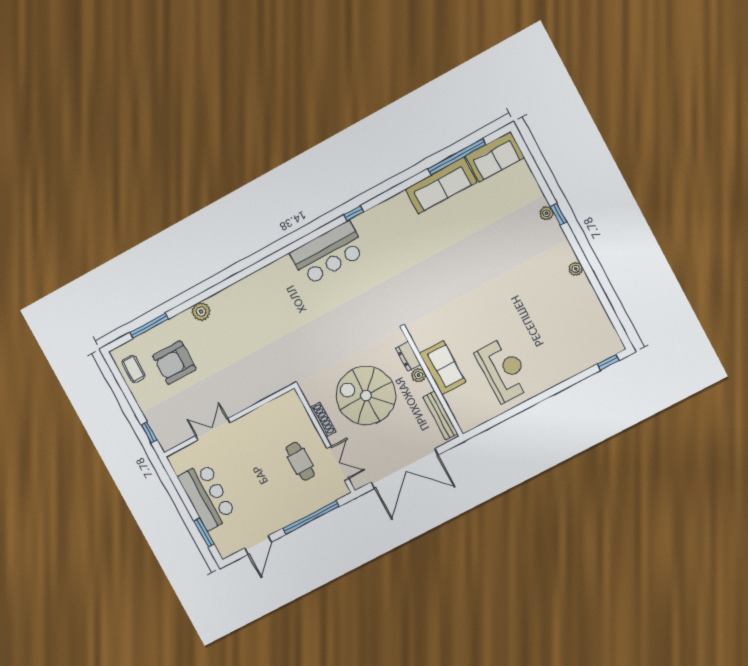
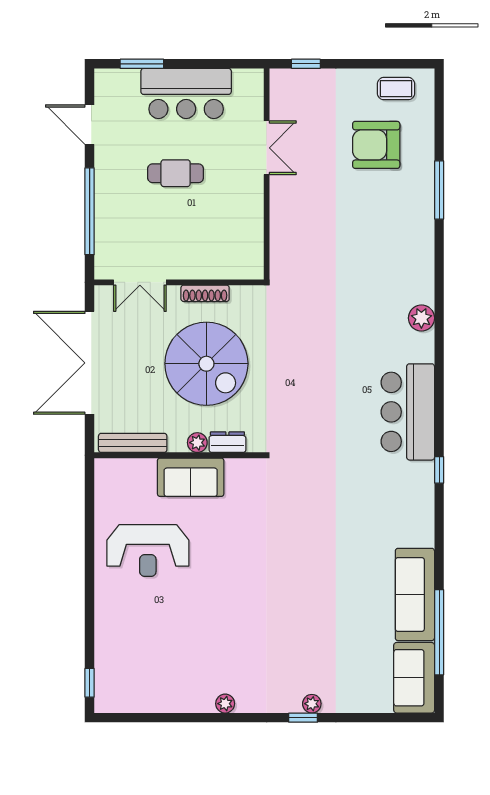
plant: (201, 312) -> (421, 318), moved
window: (149, 326) -> (439, 190), moved
armchair: (174, 363) -> (376, 145), turned -90
spiral stairs: (366, 396) -> (206, 364), turned 90
cafe table: (300, 461) -> (176, 173), moved

